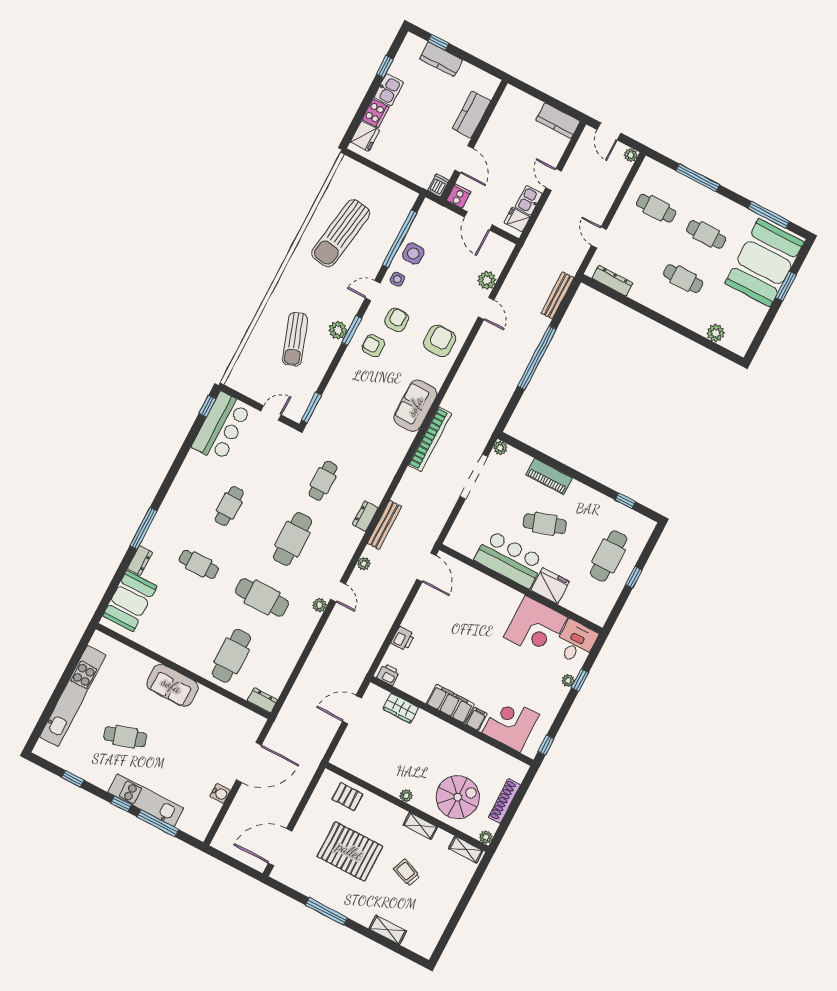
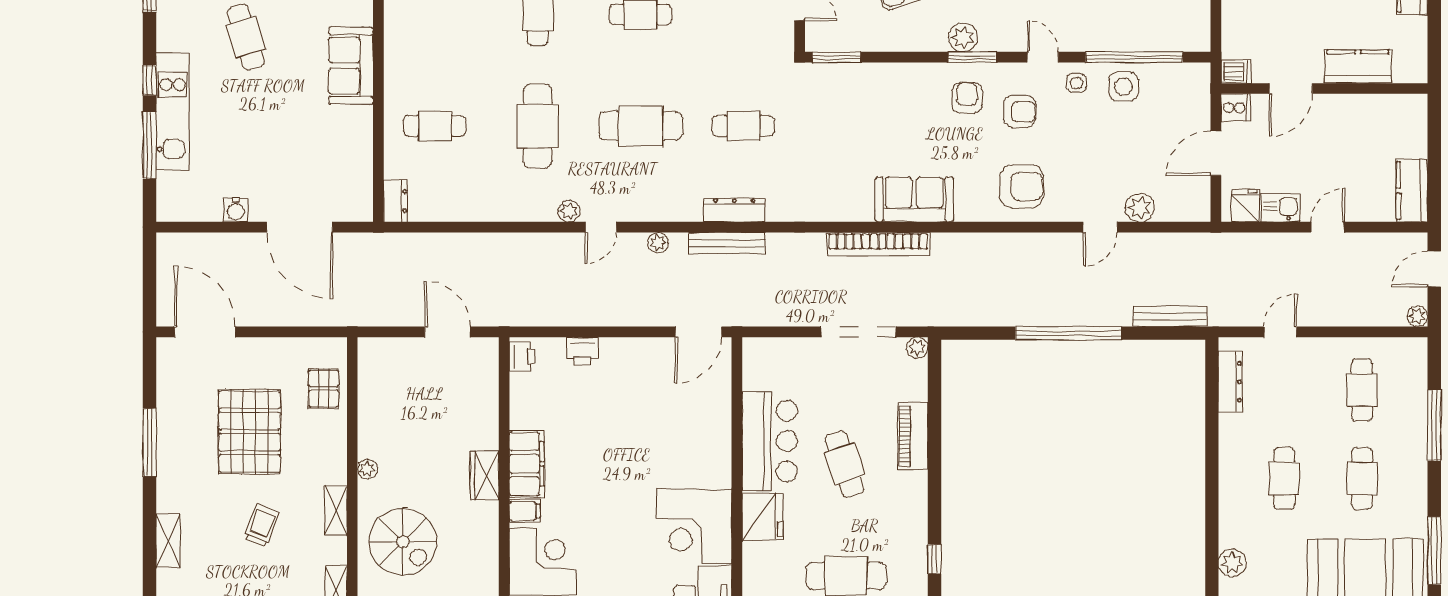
dresser: (365, 516) -> (734, 210), width x1.44
cafe table: (231, 656) -> (435, 126), width x0.73, depth x0.74
wardrobe: (401, 708) -> (485, 475), moved

